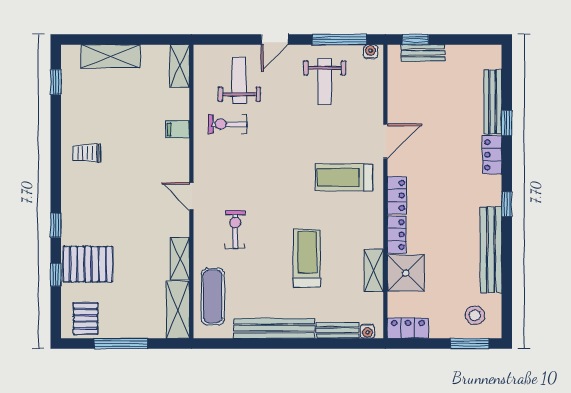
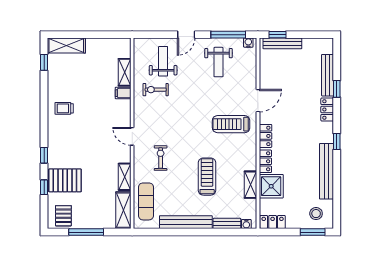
bench: (423, 53) -> (282, 43), width x1.36
shelving: (111, 56) -> (66, 46), moved
shelving: (180, 66) -> (125, 72), moved

